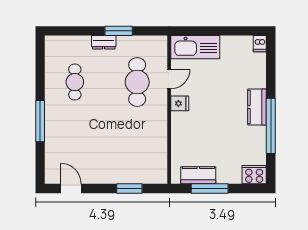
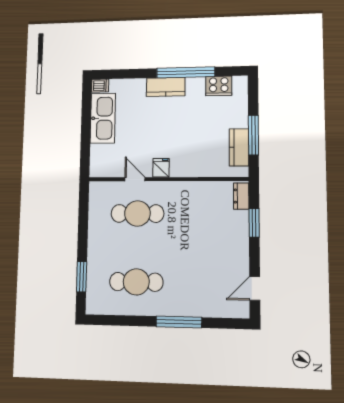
window: (119, 31) -> (82, 277), moved
dresser: (104, 42) -> (241, 196), moved, turned 180
kitchen sink: (195, 47) -> (103, 118), moved
cafe table: (75, 82) -> (136, 282), width x1.37, depth x1.35
cooker: (254, 175) -> (219, 86), moved, turned -90

